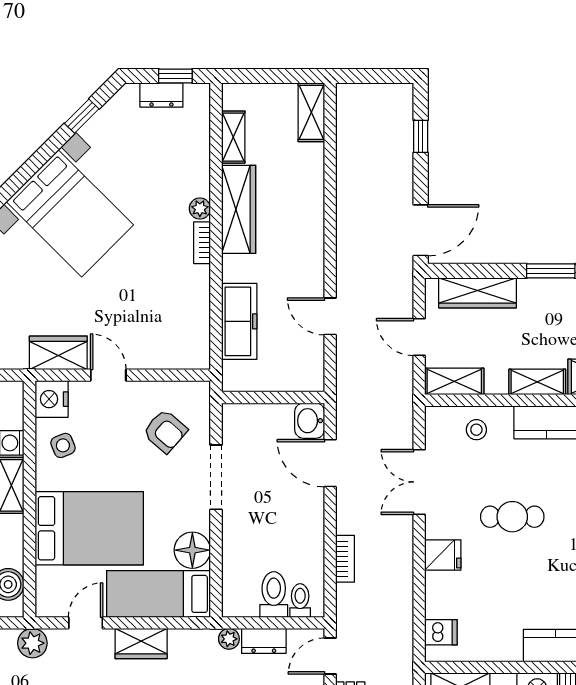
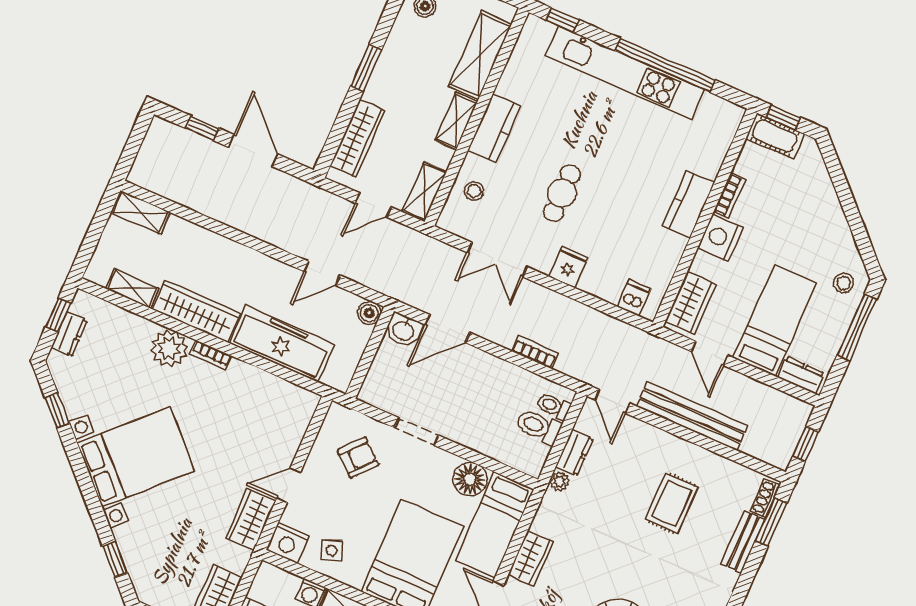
plant: (200, 208) -> (169, 348), width x1.88, depth x1.88
door: (421, 230) -> (253, 151), moved
freezer: (239, 321) -> (282, 344), width x1.36, depth x1.26
boiler: (312, 380) -> (369, 313), added
doorway: (216, 477) -> (416, 432), width x0.73

